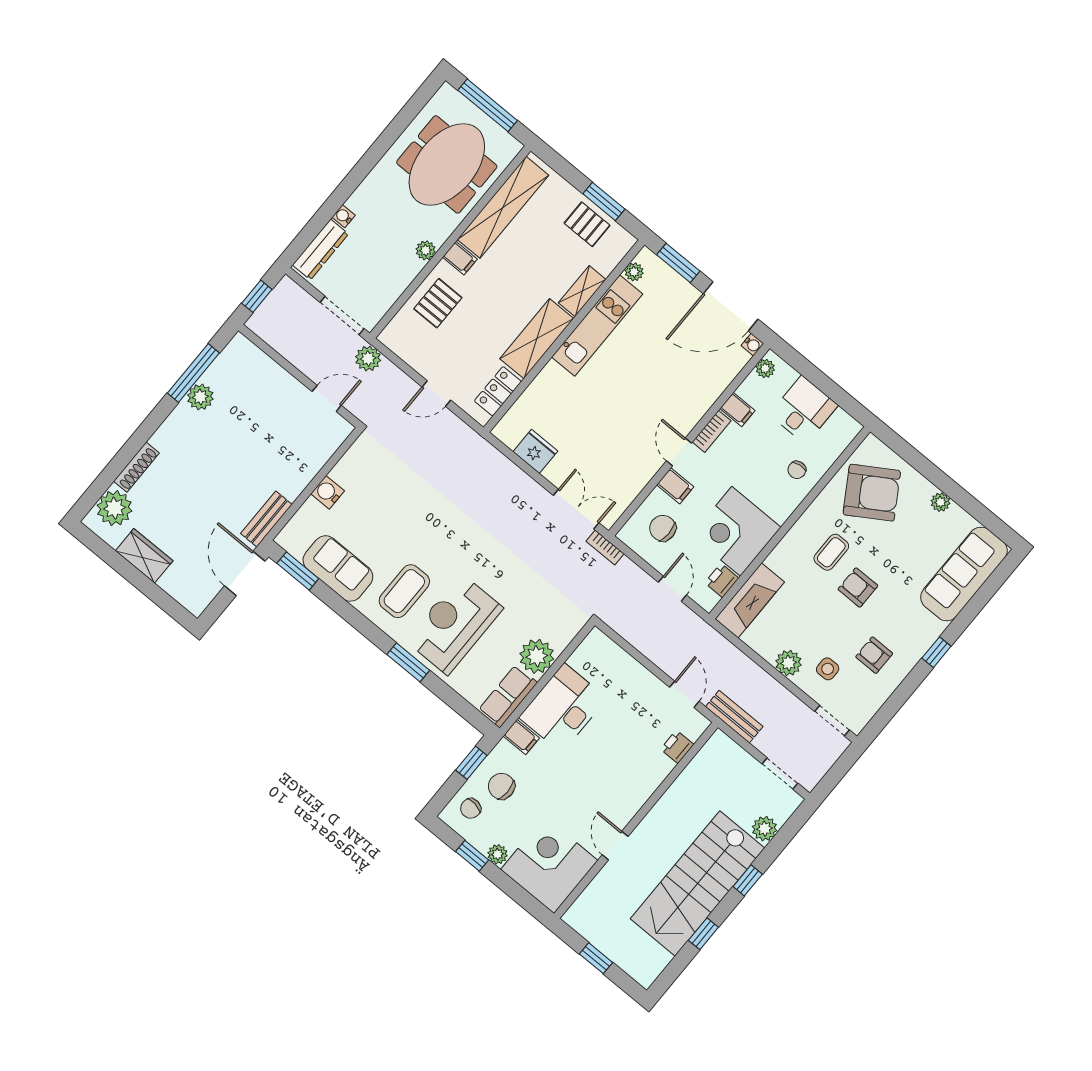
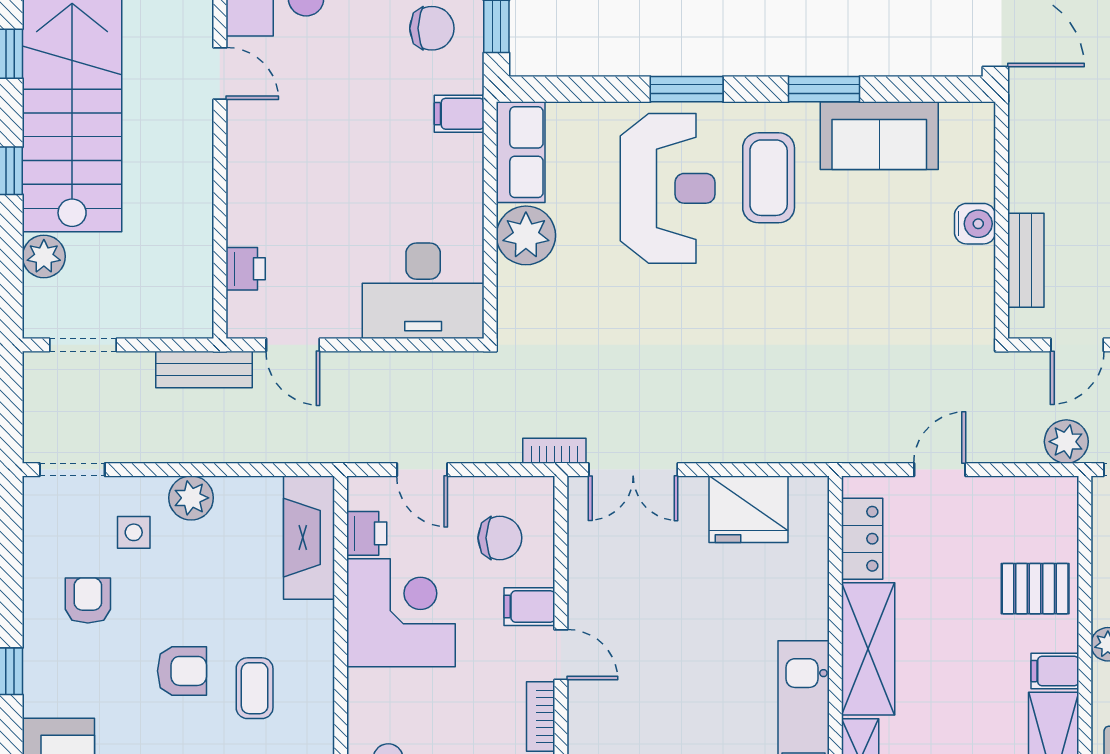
pallet: (438, 303) -> (1035, 589), turned 90
fridge: (535, 451) -> (748, 509), width x1.36, depth x1.34
bench: (266, 519) -> (1026, 260), moved
window: (298, 571) -> (824, 89), moved
armchair: (874, 655) -> (88, 600), turned -90
desk: (563, 708) -> (423, 291), moved, turned 90

